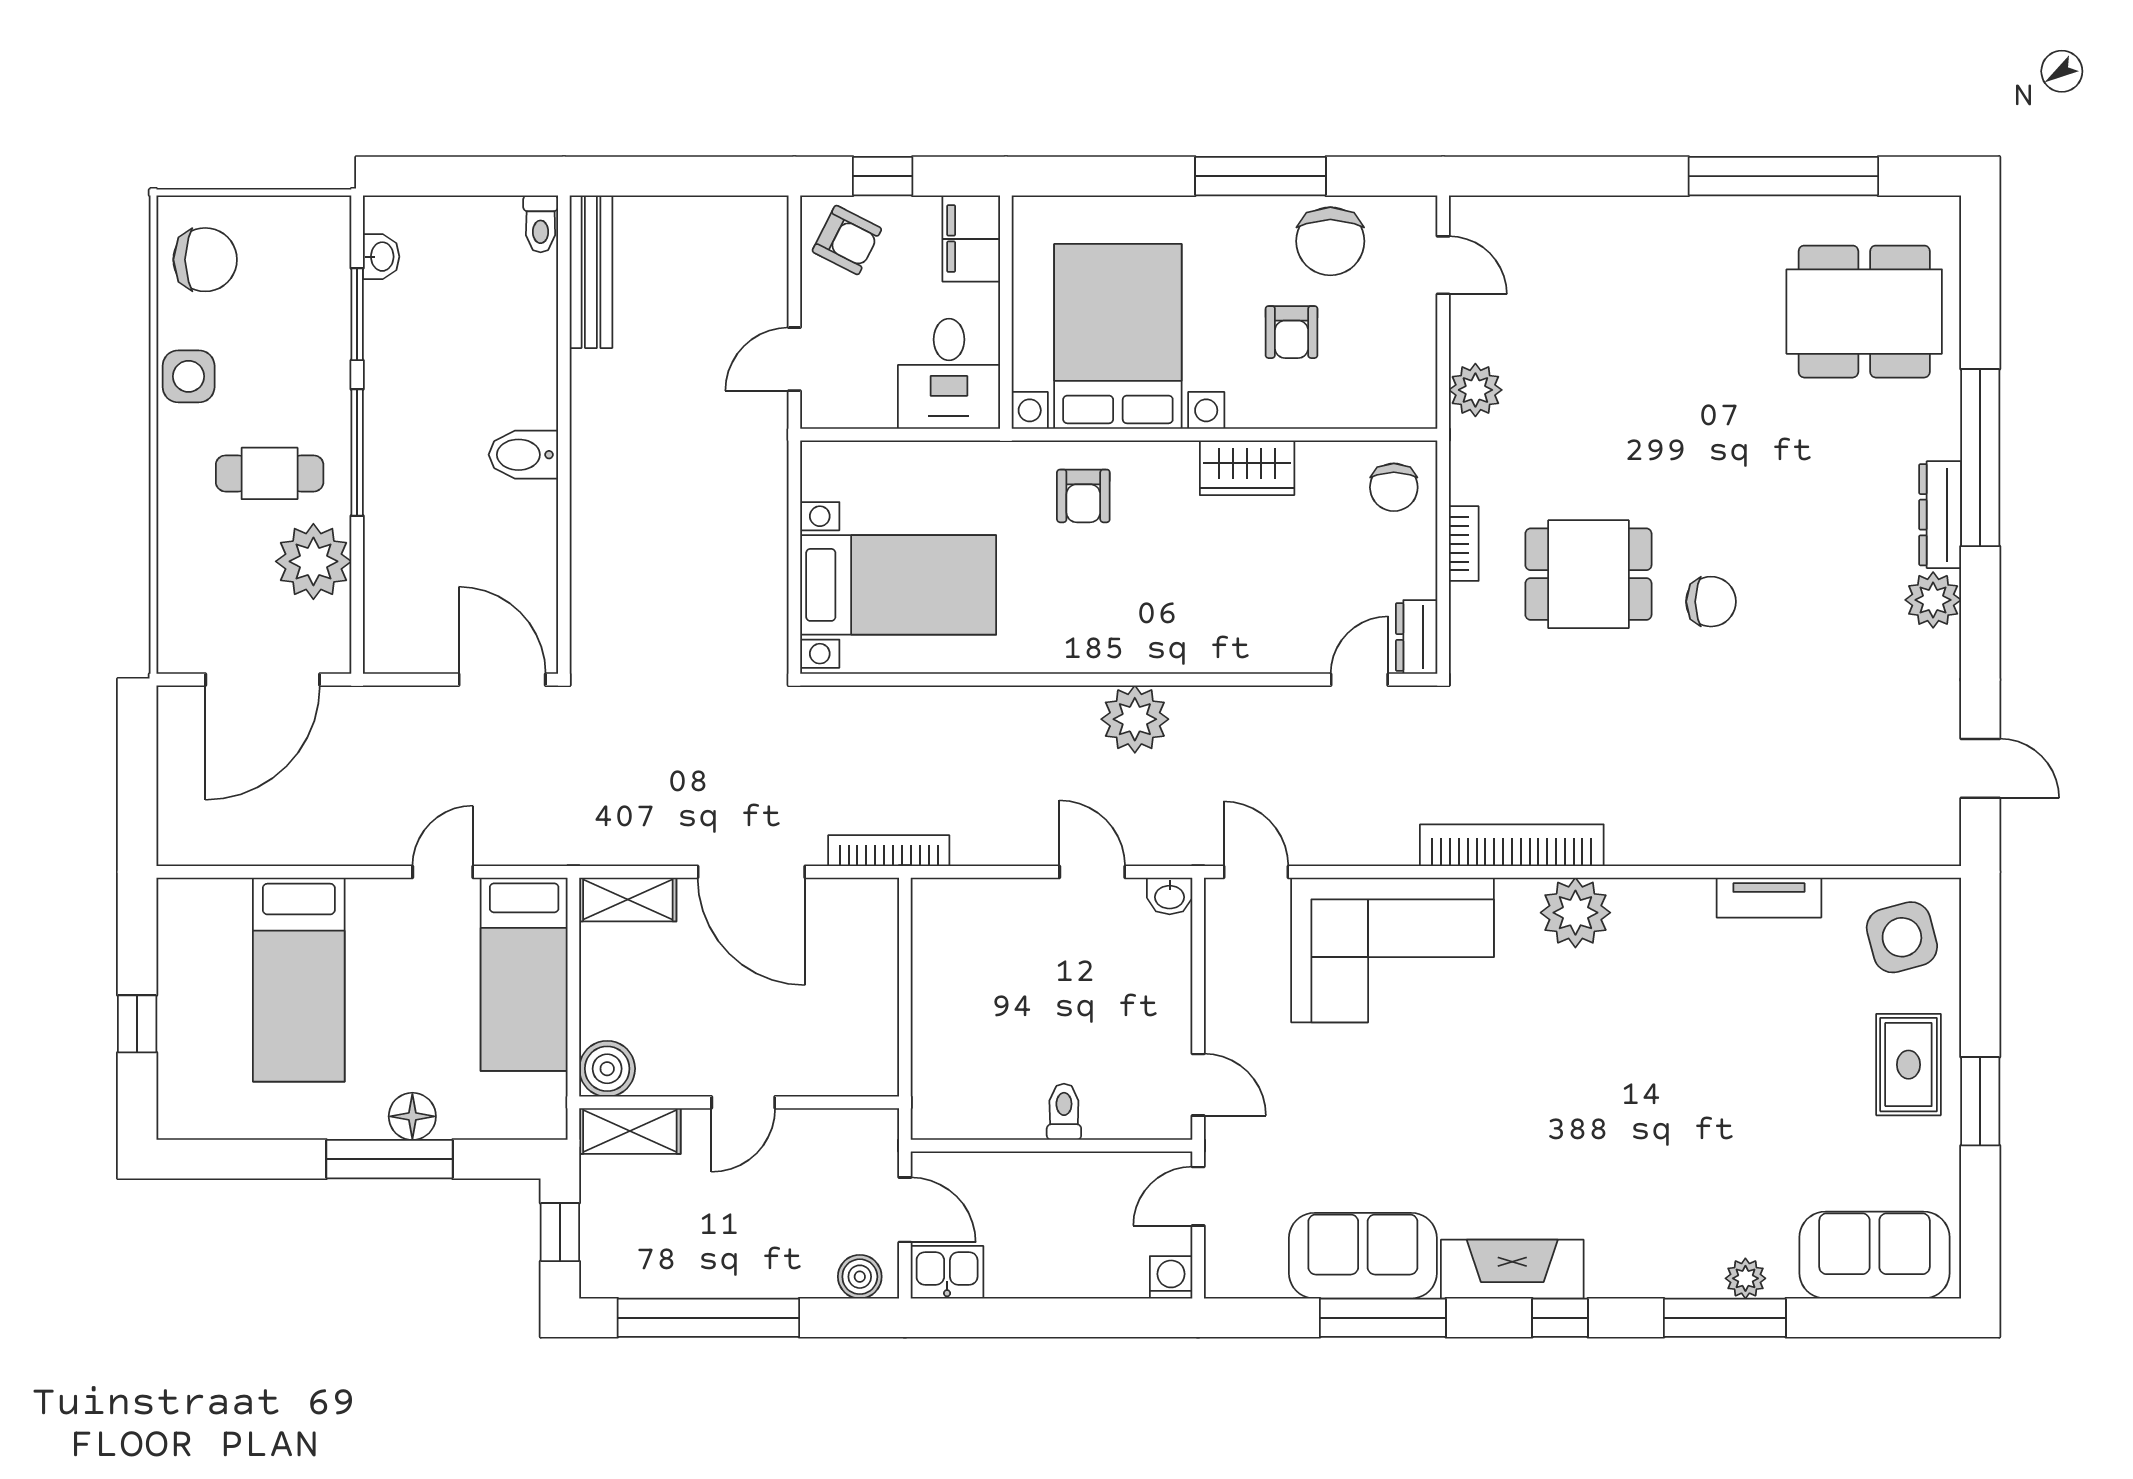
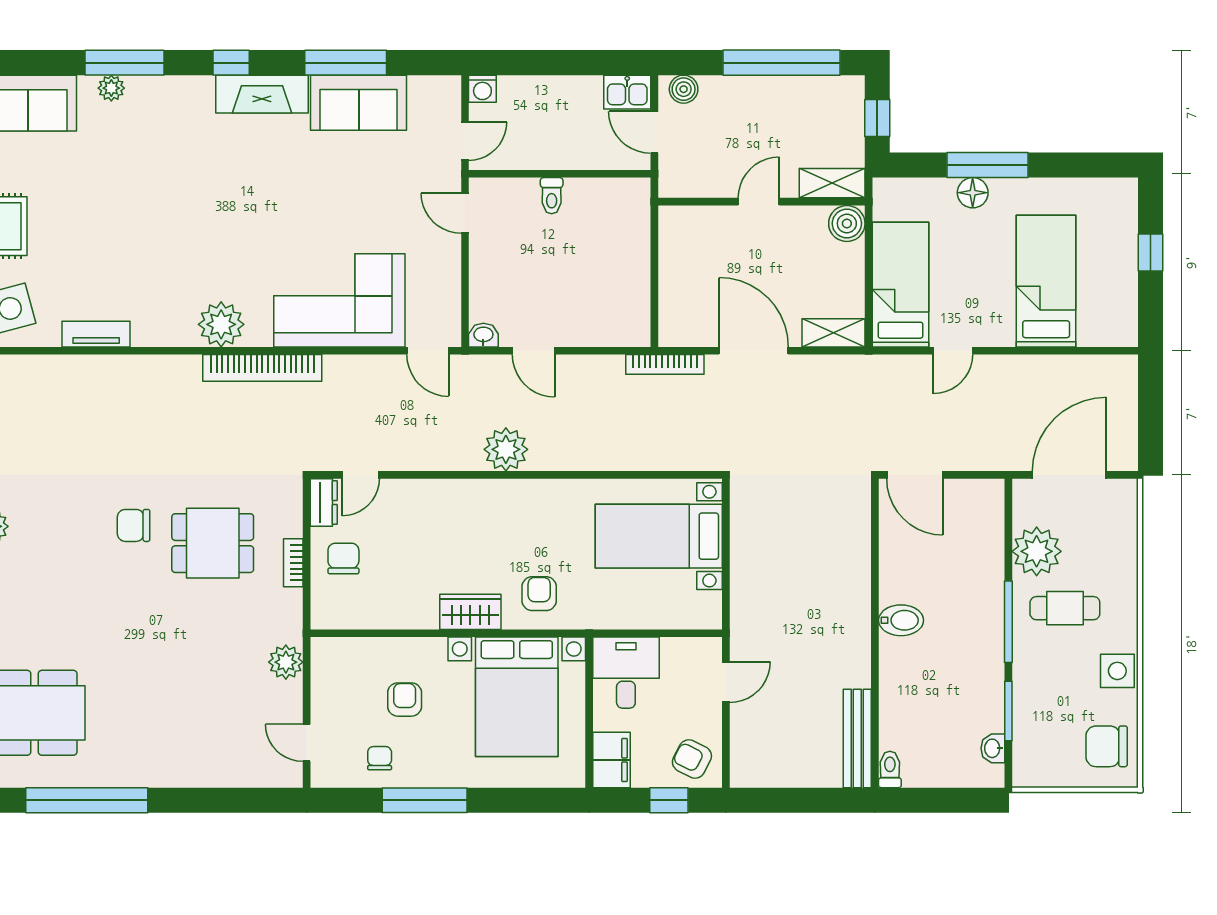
chair: (1330, 241) -> (380, 758), width x0.54, depth x0.54
wardrobe: (1247, 468) -> (470, 612), moved
chair: (1394, 487) -> (343, 559), moved

